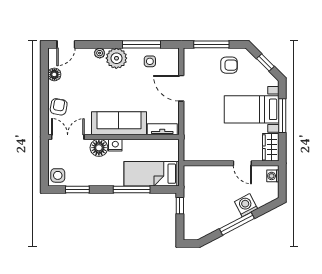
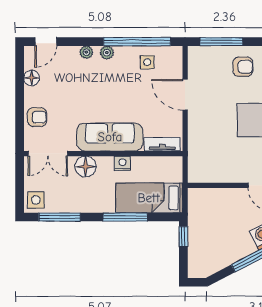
window: (142, 44) -> (137, 42), width x1.46
plant: (116, 58) -> (107, 53), width x0.53, depth x0.53
armchair: (59, 107) -> (37, 117), turned 80
double door: (68, 137) -> (48, 154), swing flipped
nightstand: (115, 145) -> (122, 163), moved
window: (77, 190) -> (60, 217), width x1.44

